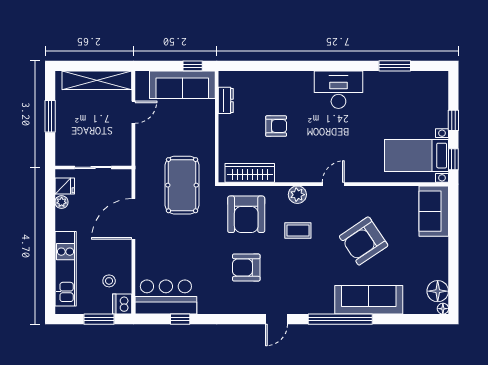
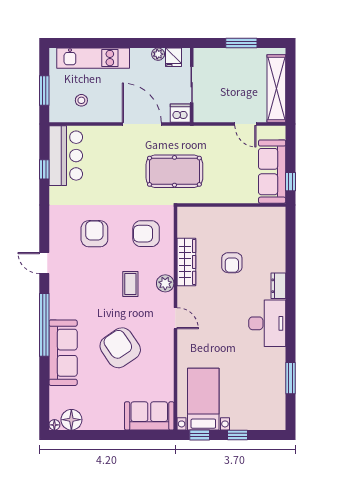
dresser: (226, 100) -> (278, 286), moved, turned 90
wardrobe: (250, 173) -> (186, 262), moved
armchair: (246, 214) -> (146, 234), width x0.73, depth x0.73
dishwasher: (122, 304) -> (180, 113), moved

